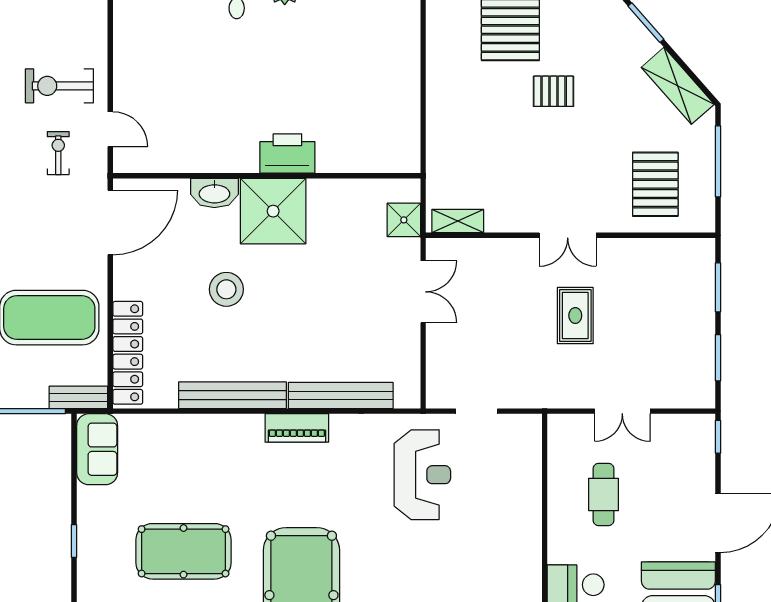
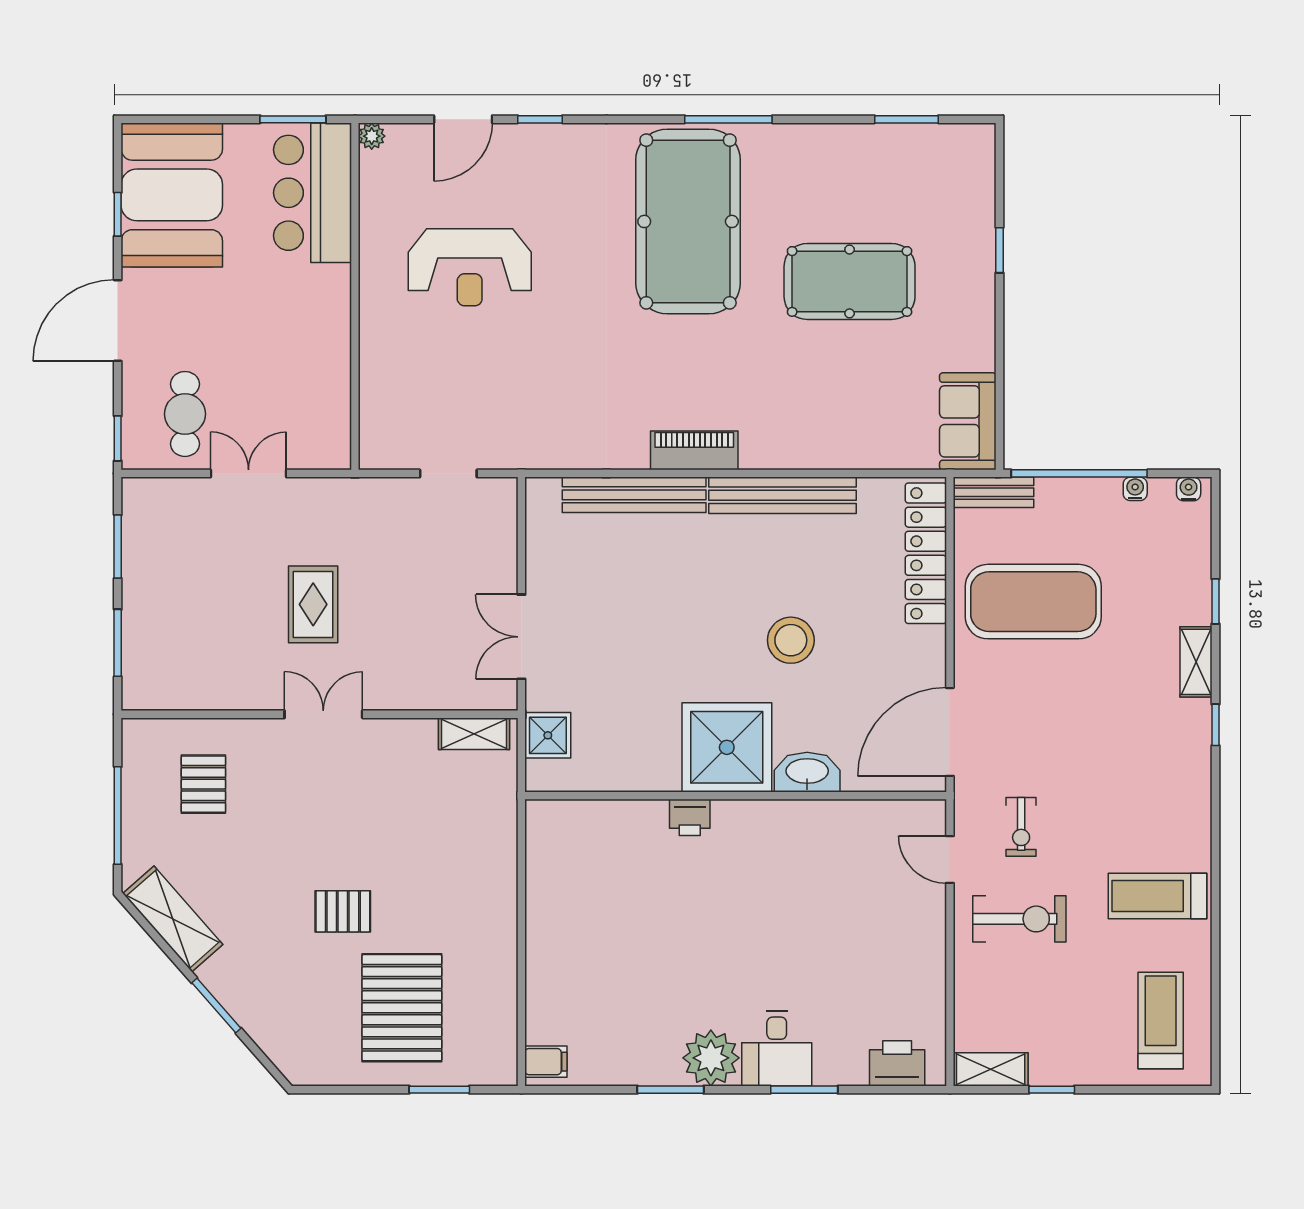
printer: (287, 154) -> (690, 817), width x0.53, depth x0.68
pallet: (655, 184) -> (203, 784), width x0.67, depth x0.71
reception desk: (422, 475) -> (470, 267), moved, turned -90
cafe table: (604, 494) -> (185, 414), moved
window: (74, 541) -> (999, 250), moved

